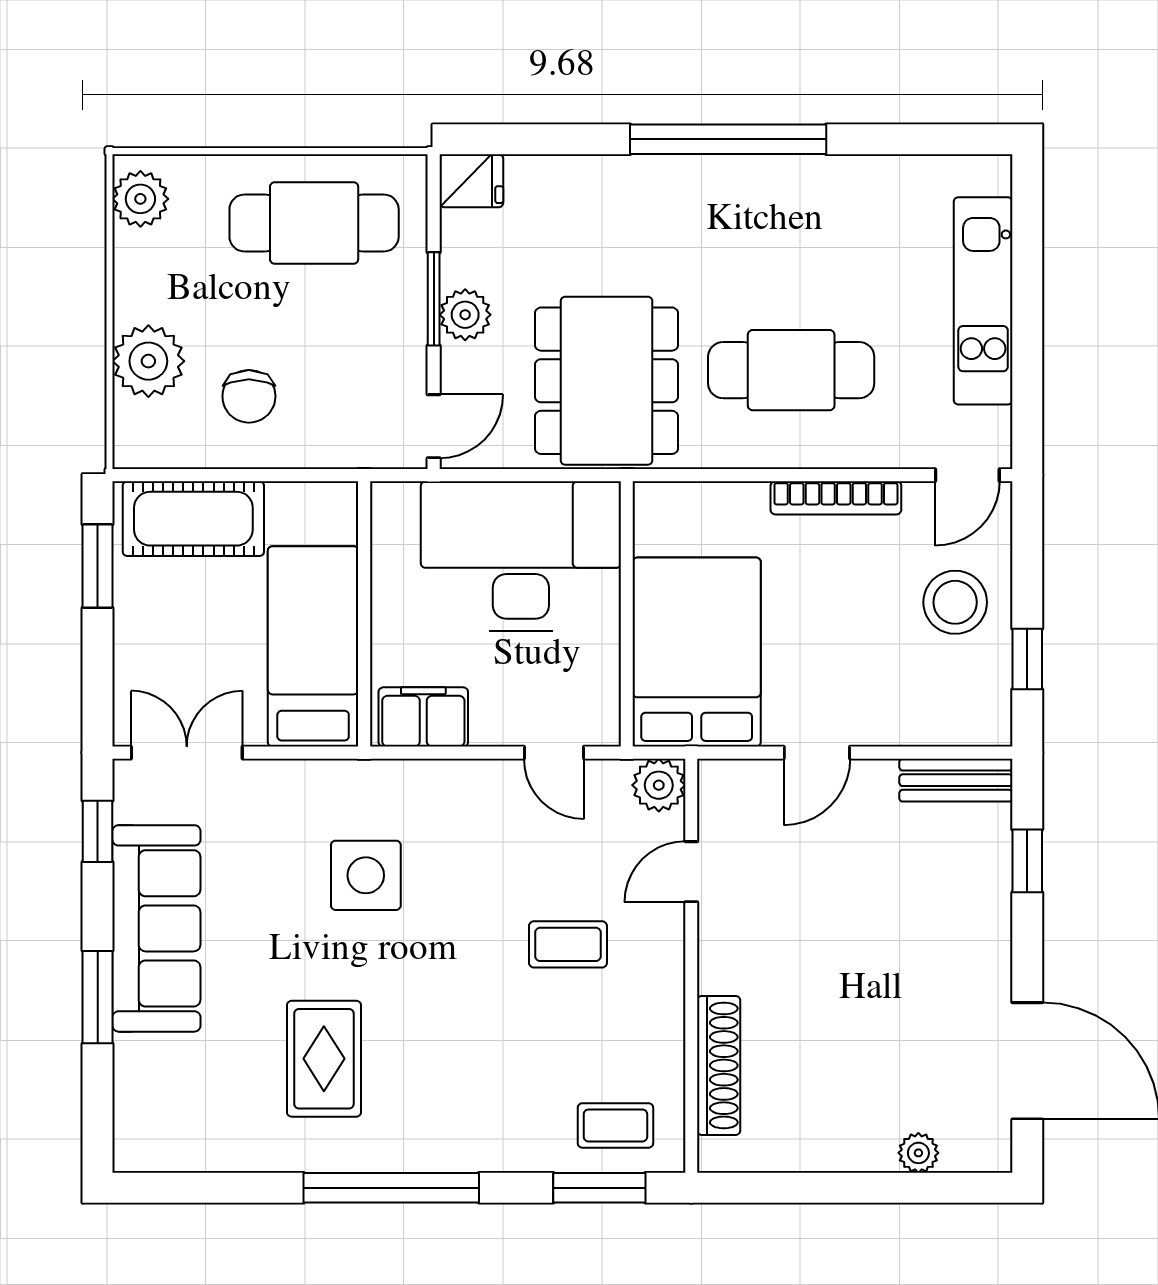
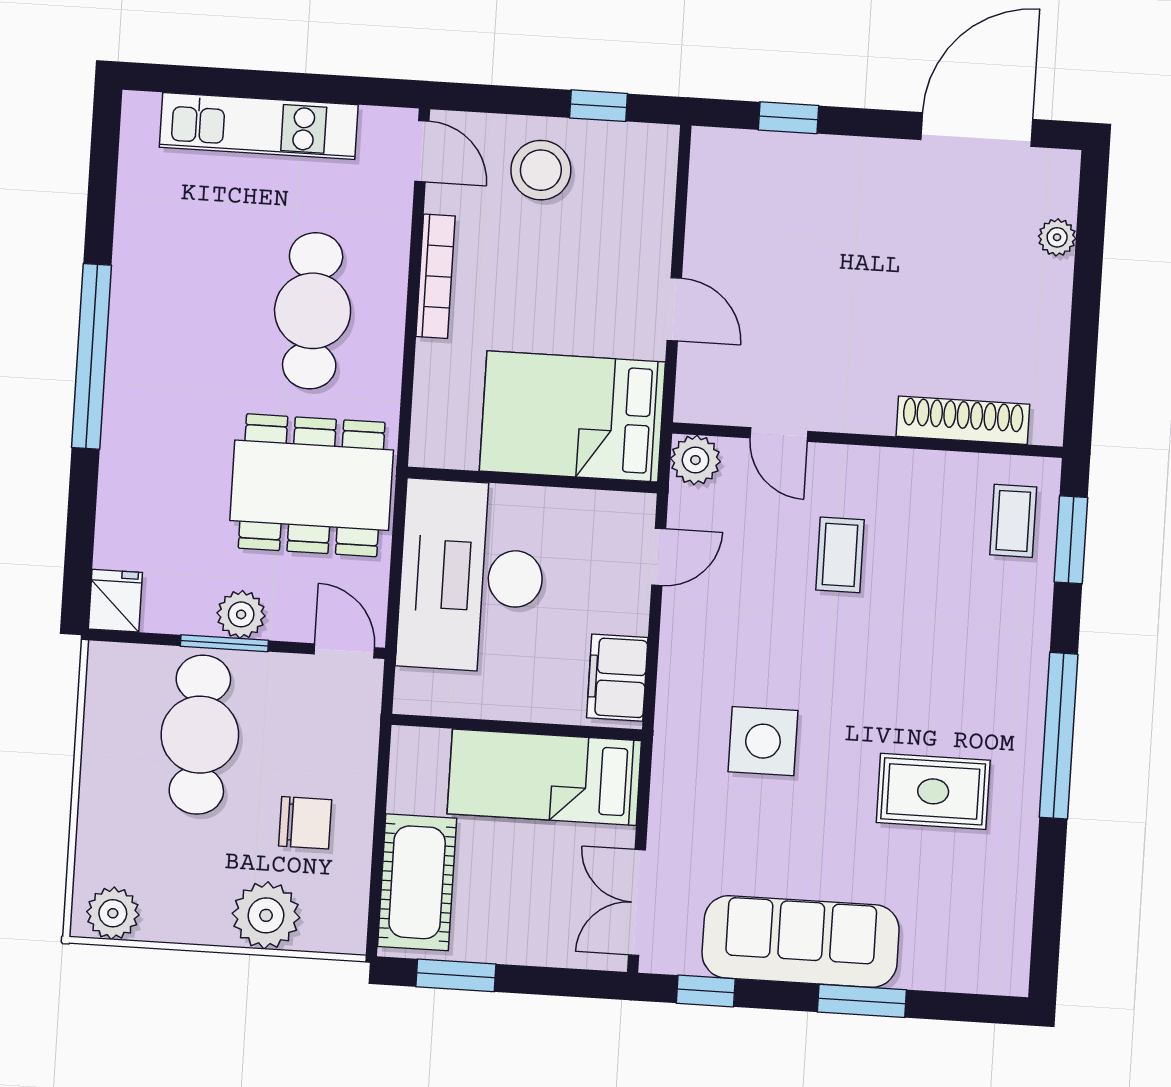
cafe table: (314, 223) -> (200, 735), moved
bench: (956, 780) -> (708, 180), removed

